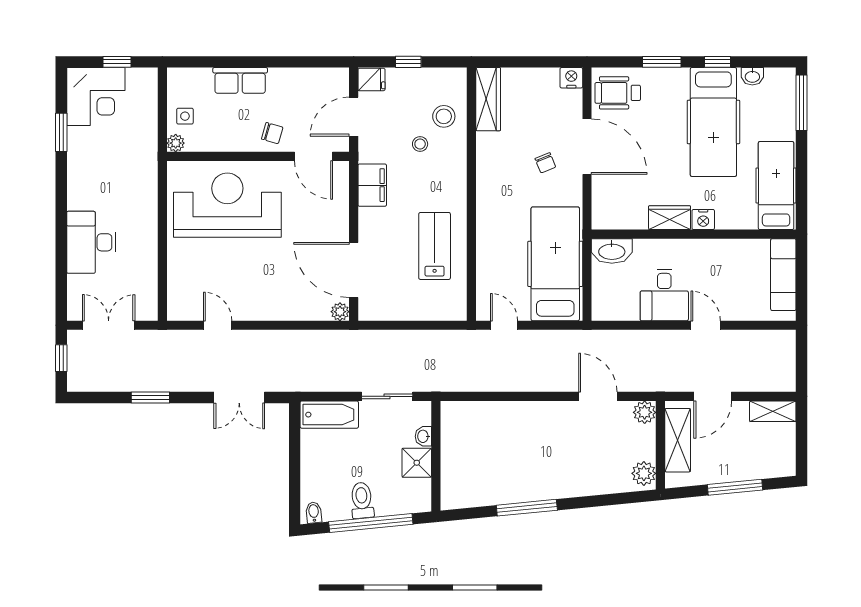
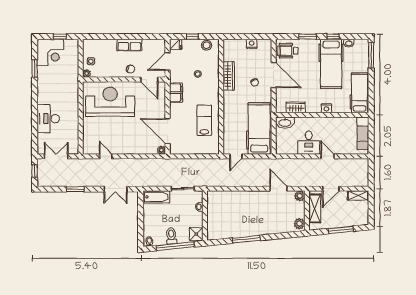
nightstand: (571, 78) -> (252, 44), moved
row of seats: (240, 80) -> (129, 45), moved
wardrobe: (488, 99) -> (229, 76), moved
stool: (444, 116) -> (207, 45), moved
wardrobe: (670, 218) -> (296, 107), moved
door: (504, 325) -> (236, 156), swing flipped
shower: (417, 463) -> (196, 234), moved

